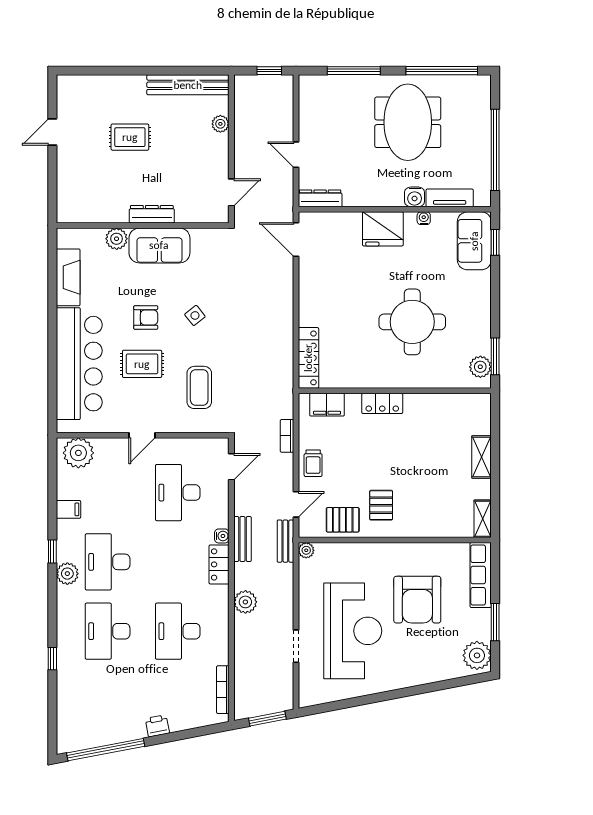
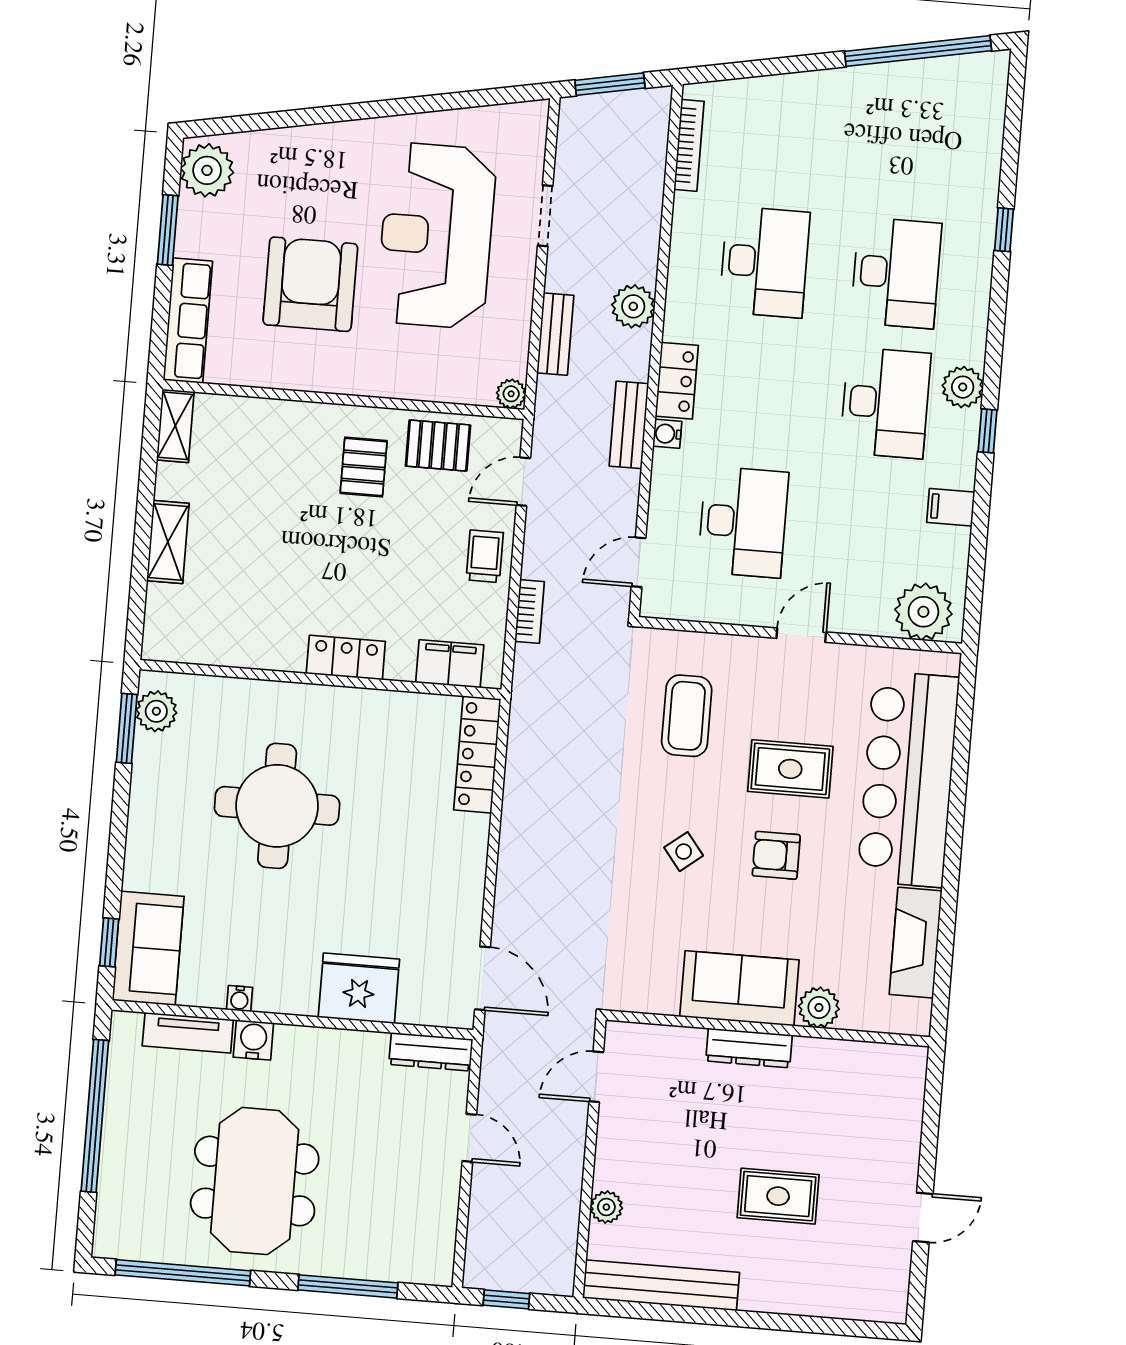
fridge: (383, 229) -> (359, 988), moved
bench: (285, 541) -> (555, 334), moved
printer: (157, 726) -> (817, 88), removed

